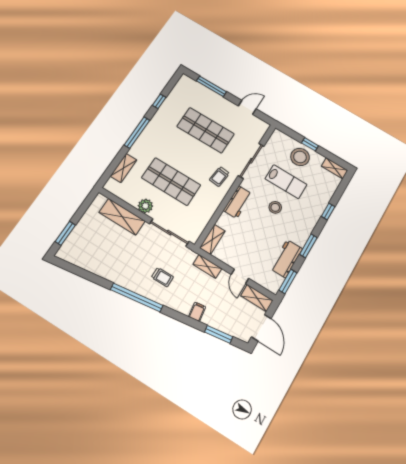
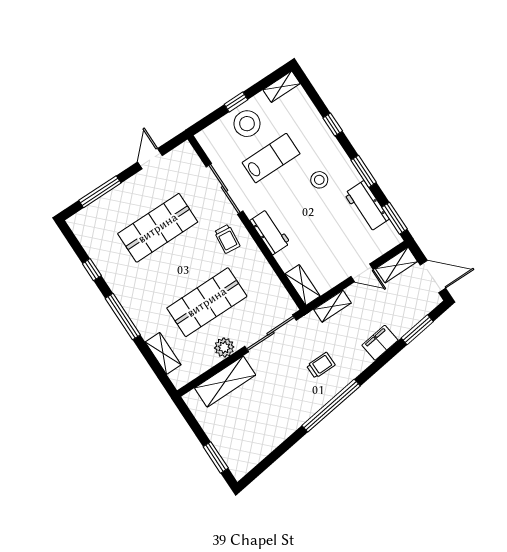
stool: (275, 207) -> (319, 180), moved
filing cabinet: (197, 312) -> (380, 343), width x2.00

